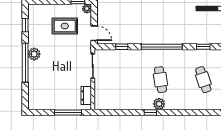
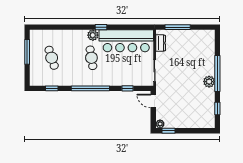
rug: (65, 26) -> (181, 108), removed
bar counter: (123, 98) -> (126, 41), added

